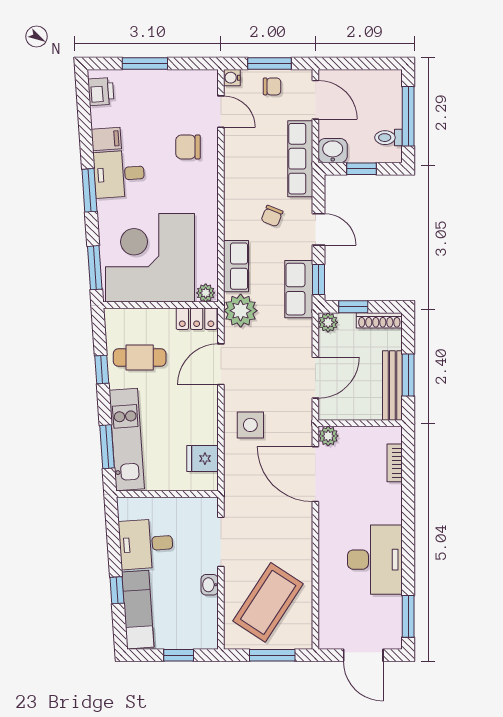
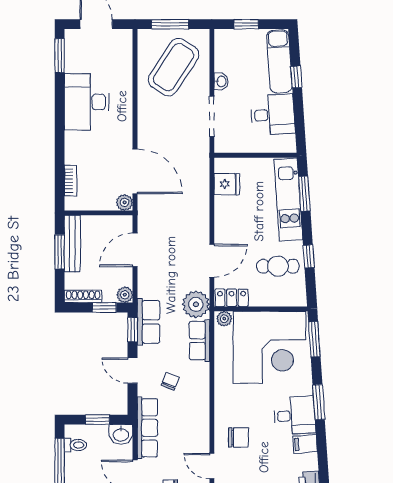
side table: (250, 425) -> (188, 211), removed

